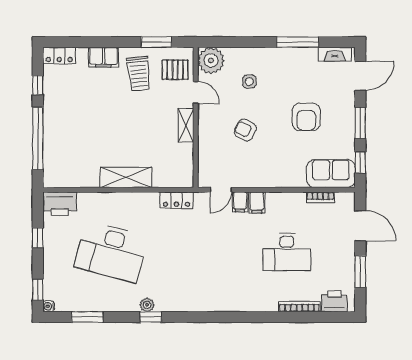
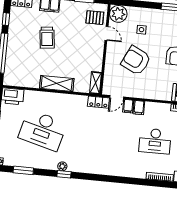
trolley: (139, 74) -> (47, 38), moved
shelving: (186, 125) -> (95, 83), moved
armchair: (245, 130) -> (136, 60), width x1.88, depth x1.88
locker: (176, 200) -> (99, 102), moved

